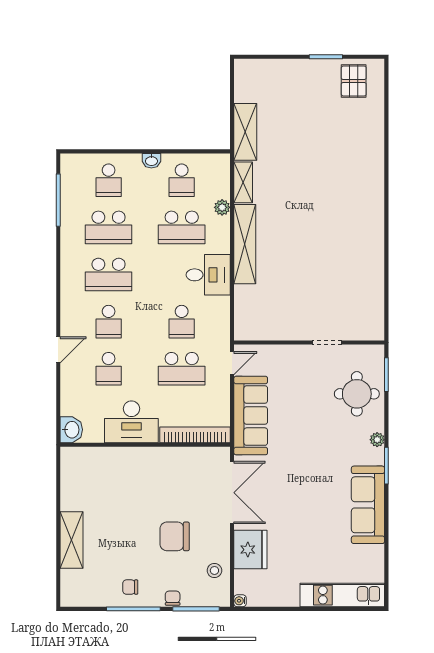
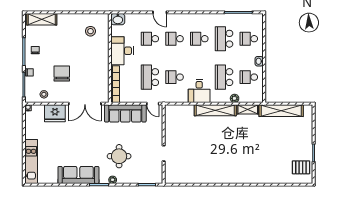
shelving: (245, 132) -> (281, 111), width x1.47
school desk: (109, 274) -> (199, 39), width x0.54
round table: (357, 394) -> (119, 156), moved
stool: (94, 482) -> (90, 31), added
shelving: (72, 540) -> (42, 19), moved

